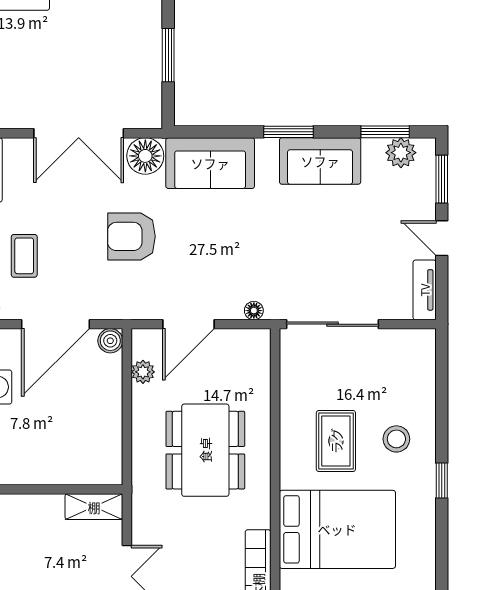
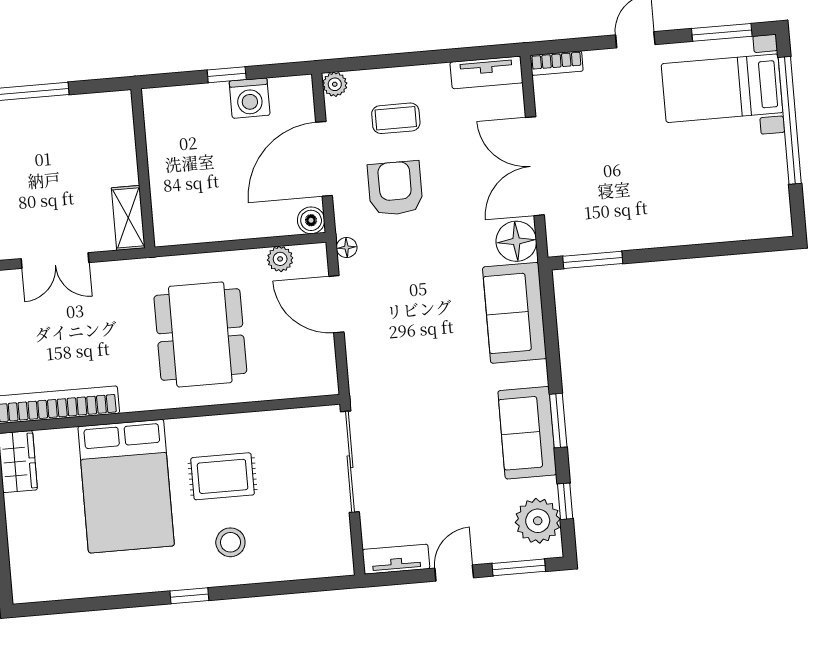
window: (168, 55) -> (593, 260), moved
window: (289, 132) -> (558, 421), moved
window: (385, 132) -> (565, 501), width x0.67
plant: (401, 153) -> (538, 521), width x1.36, depth x1.36
armchair: (131, 236) -> (395, 188), moved
floor lamp: (254, 311) -> (347, 248), moved
door: (56, 324) -> (324, 159), hinge flipped
dining table: (205, 450) -> (200, 334), turned 90

